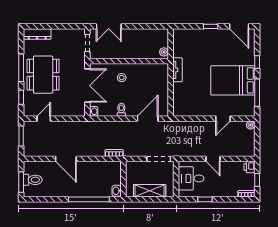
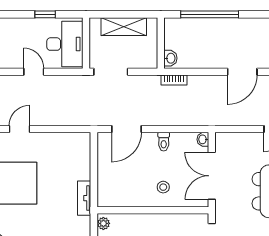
door: (66, 159) -> (242, 72), swing flipped
desk: (191, 178) -> (65, 44), width x1.37
washbasin: (117, 191) -> (170, 58), moved

